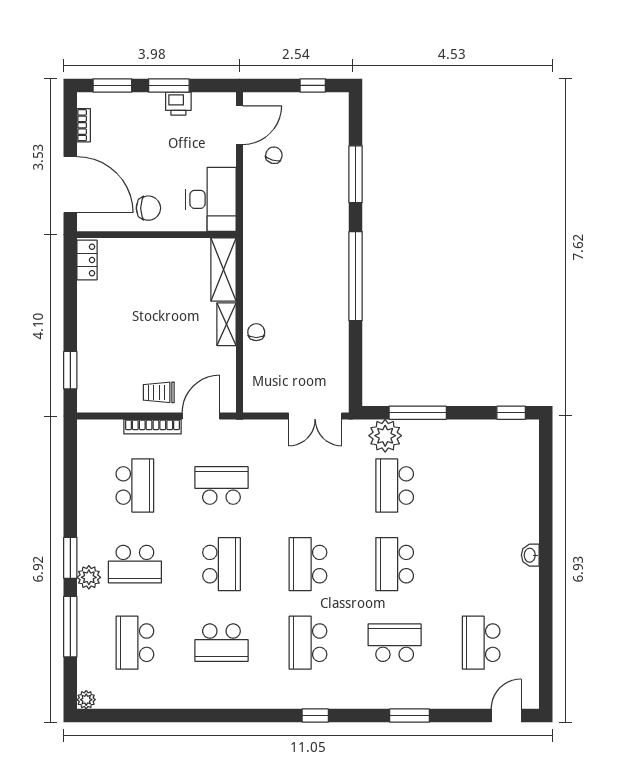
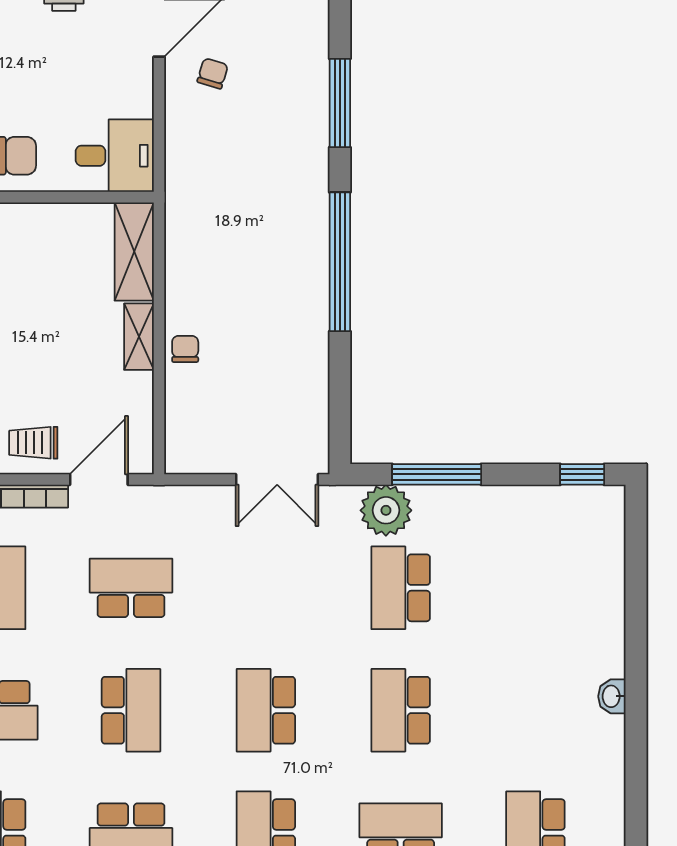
desk: (211, 199) -> (115, 156), width x0.73

